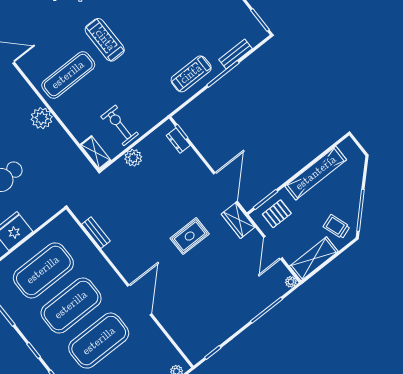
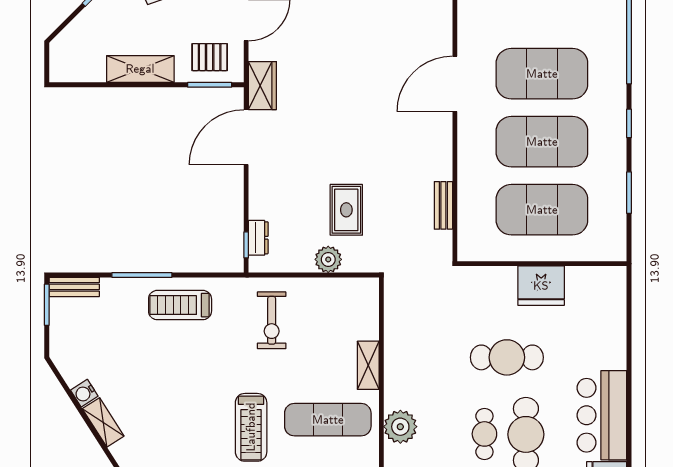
bench: (235, 54) -> (74, 287), moved
treadmill: (191, 74) -> (180, 305), turned 180
plant: (42, 118) -> (400, 427), moved
exercise bike: (120, 125) -> (272, 320), moved
shelving: (96, 152) -> (368, 365), moved
shelving: (316, 173) -> (140, 69), width x0.68
rug: (190, 236) -> (346, 210), moved, turned 90

